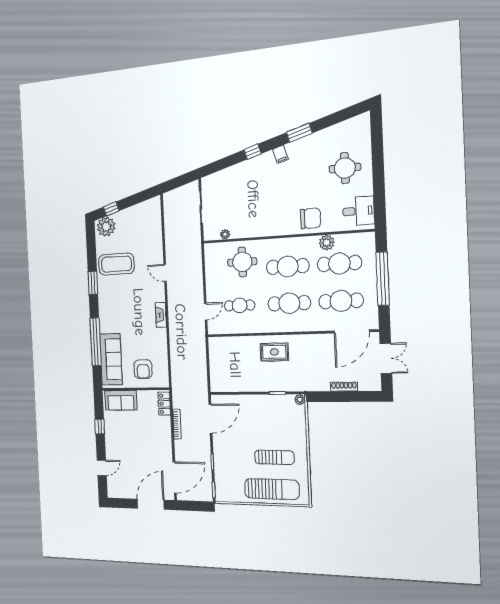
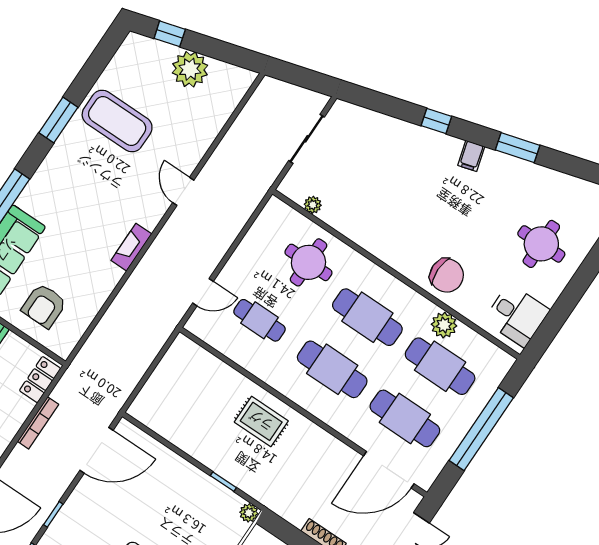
plant: (106, 227) -> (190, 69), moved

